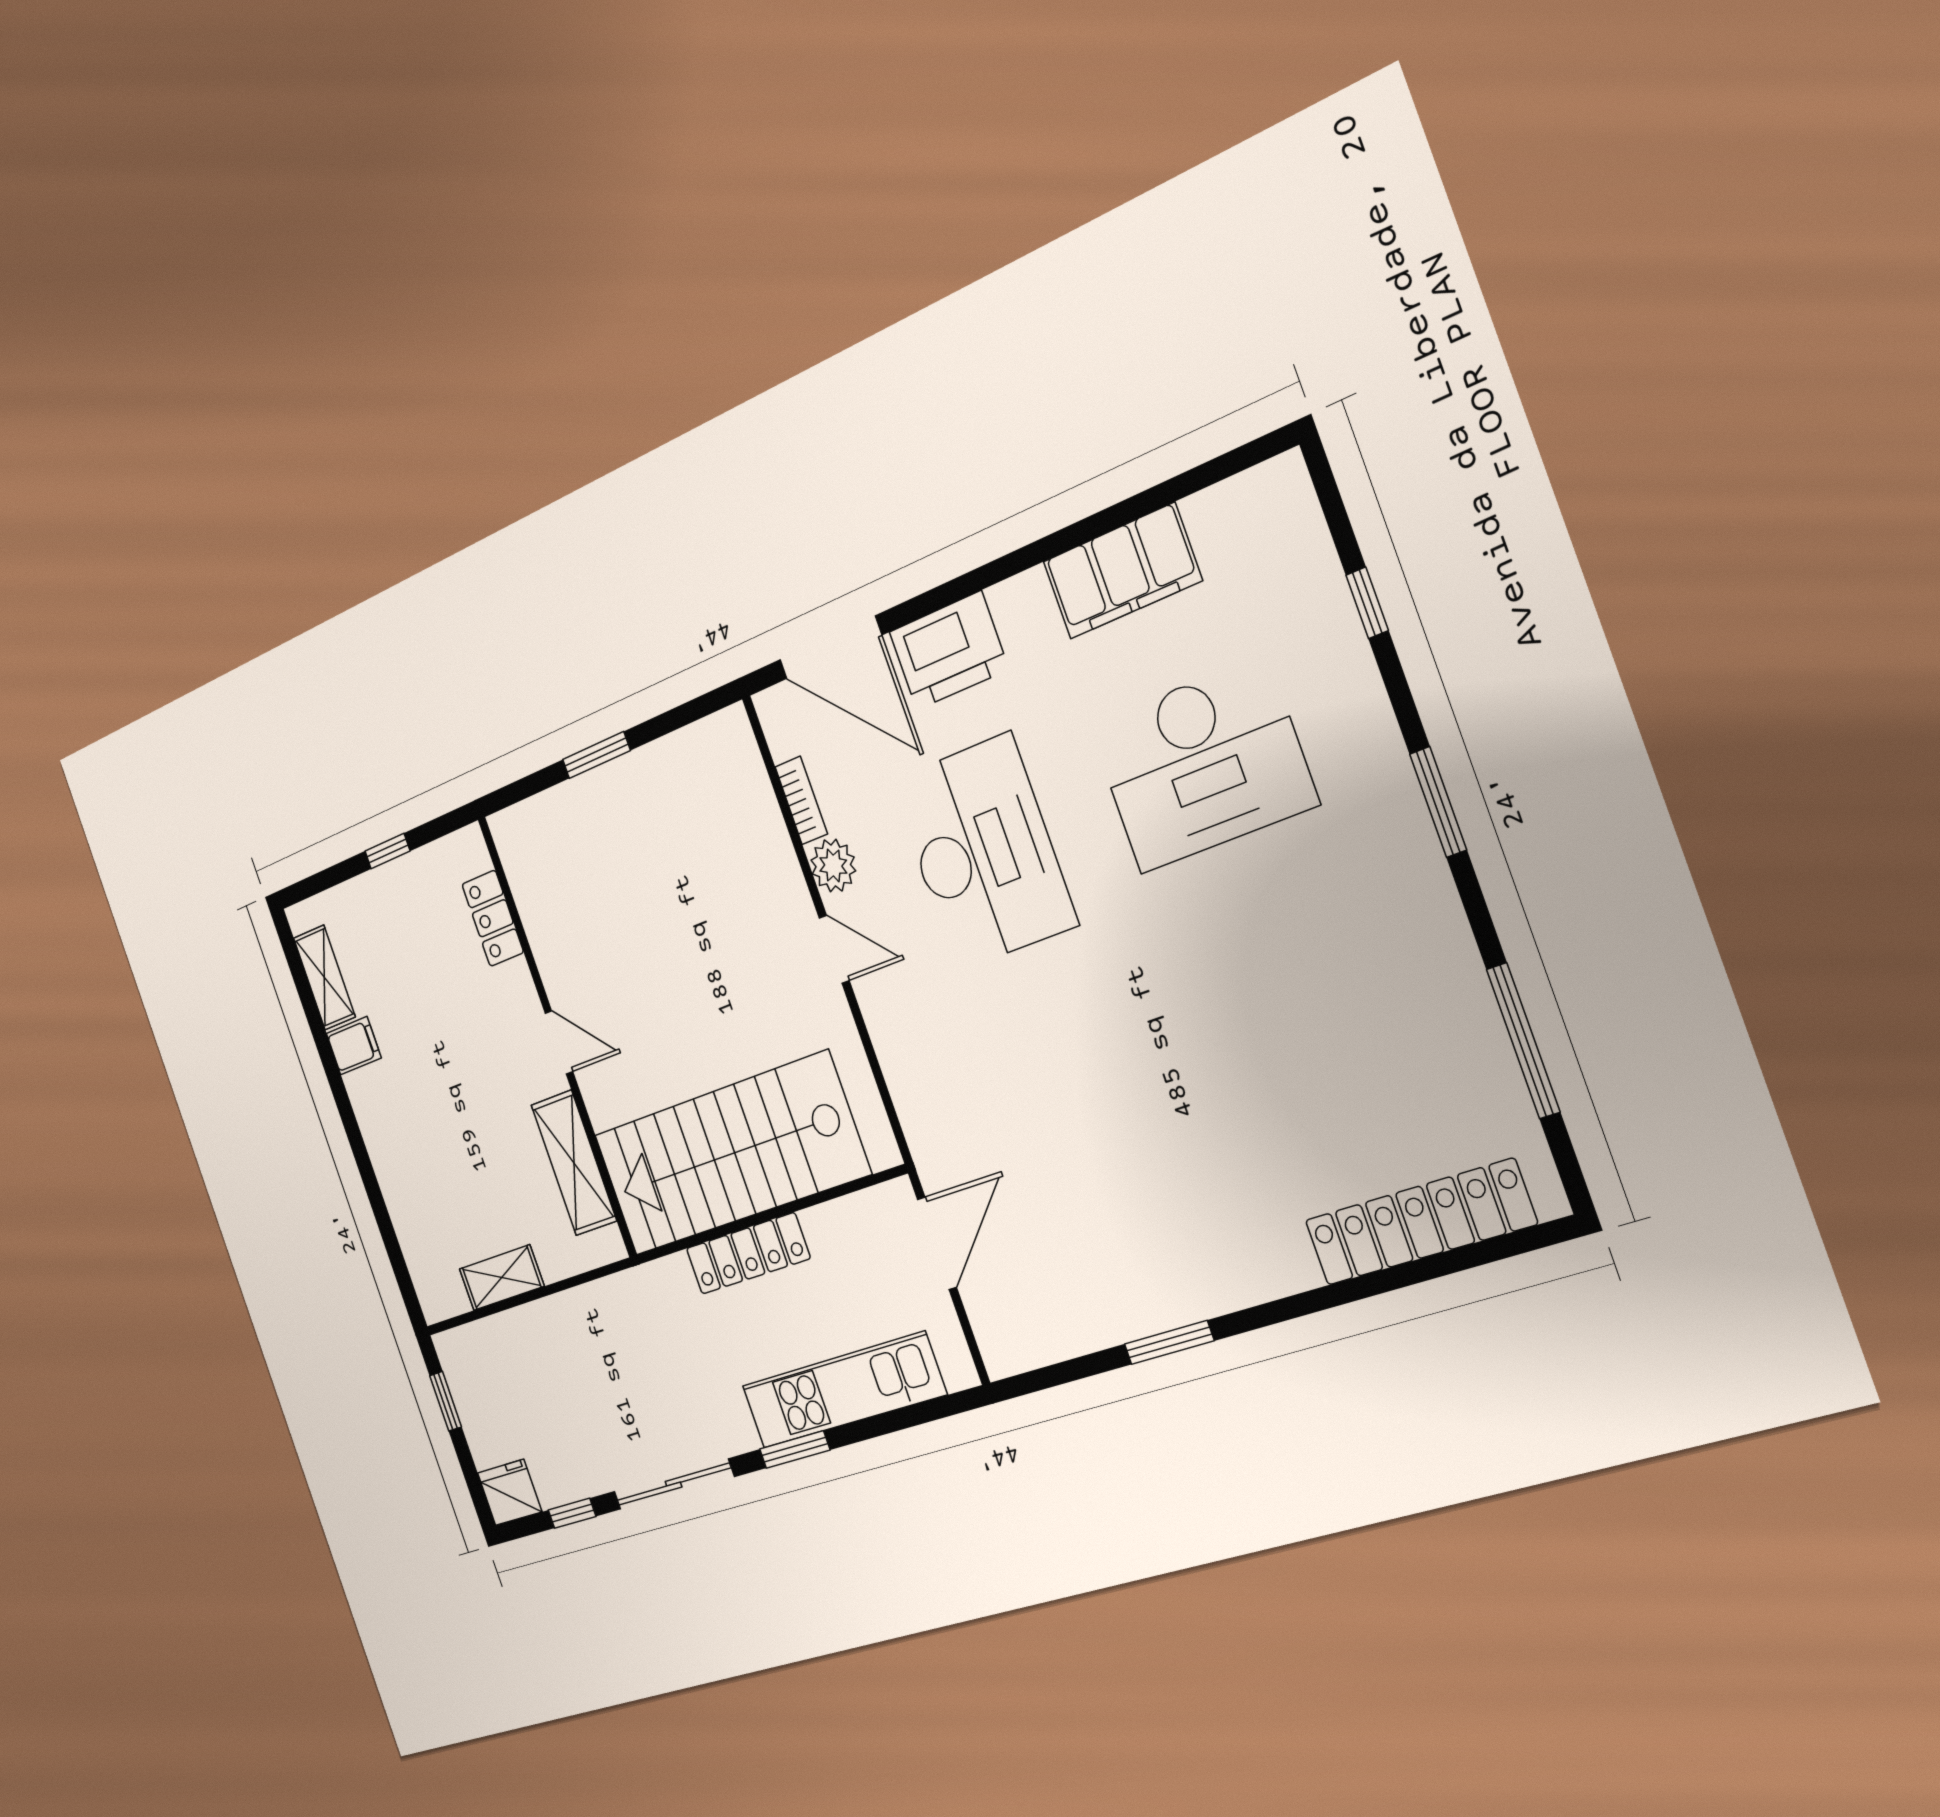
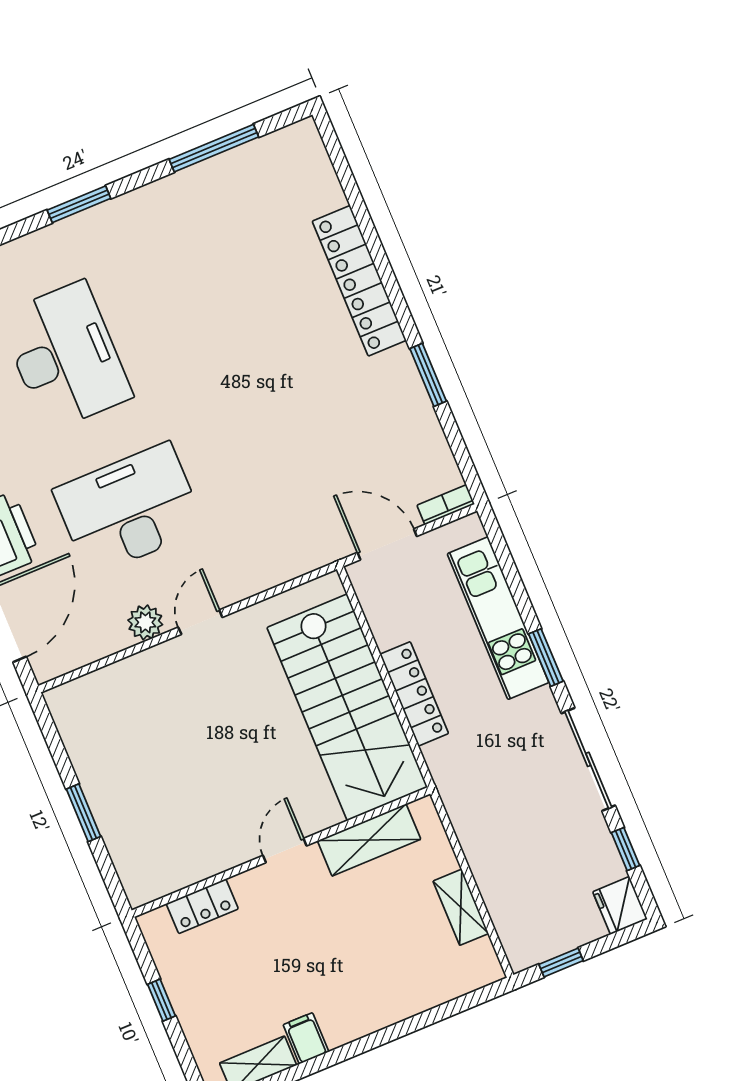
bookcase: (801, 800) -> (446, 505), moved
locker: (1420, 1222) -> (359, 281), moved

